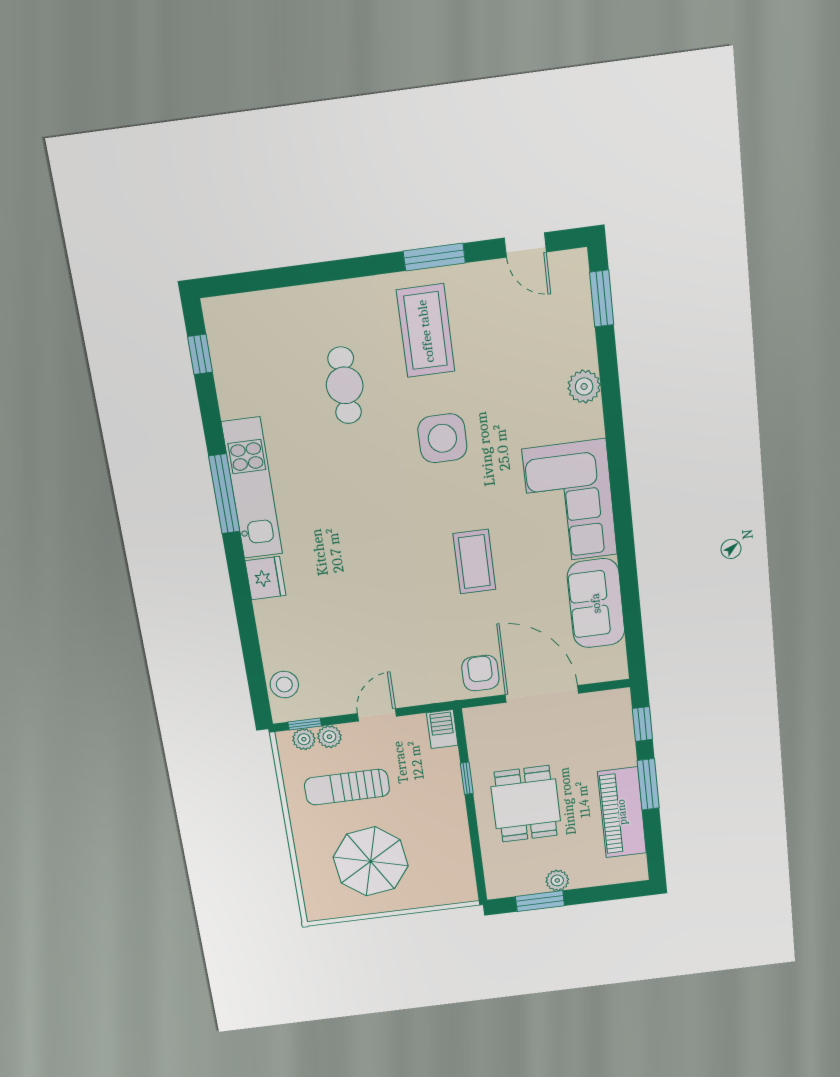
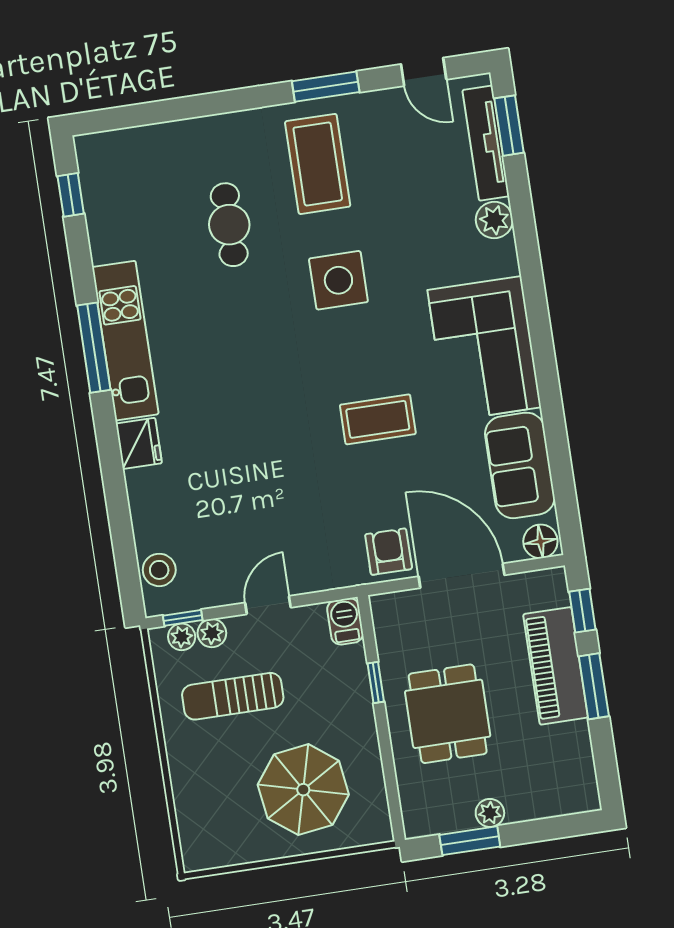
tv unit: (580, 315) -> (486, 143), added
coffee table: (474, 562) -> (378, 419), turned 90
floor lamp: (610, 667) -> (540, 541), added
piano: (622, 812) -> (556, 666), moved
parasol: (371, 861) -> (303, 790), moved

